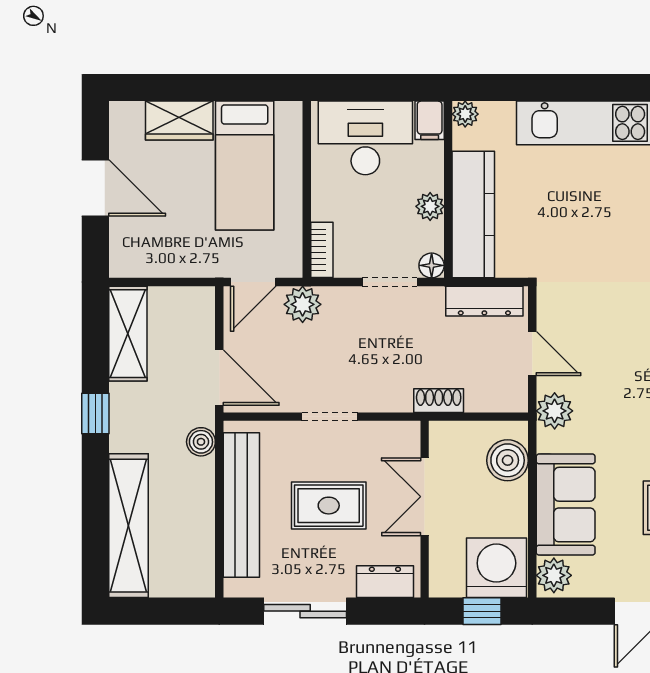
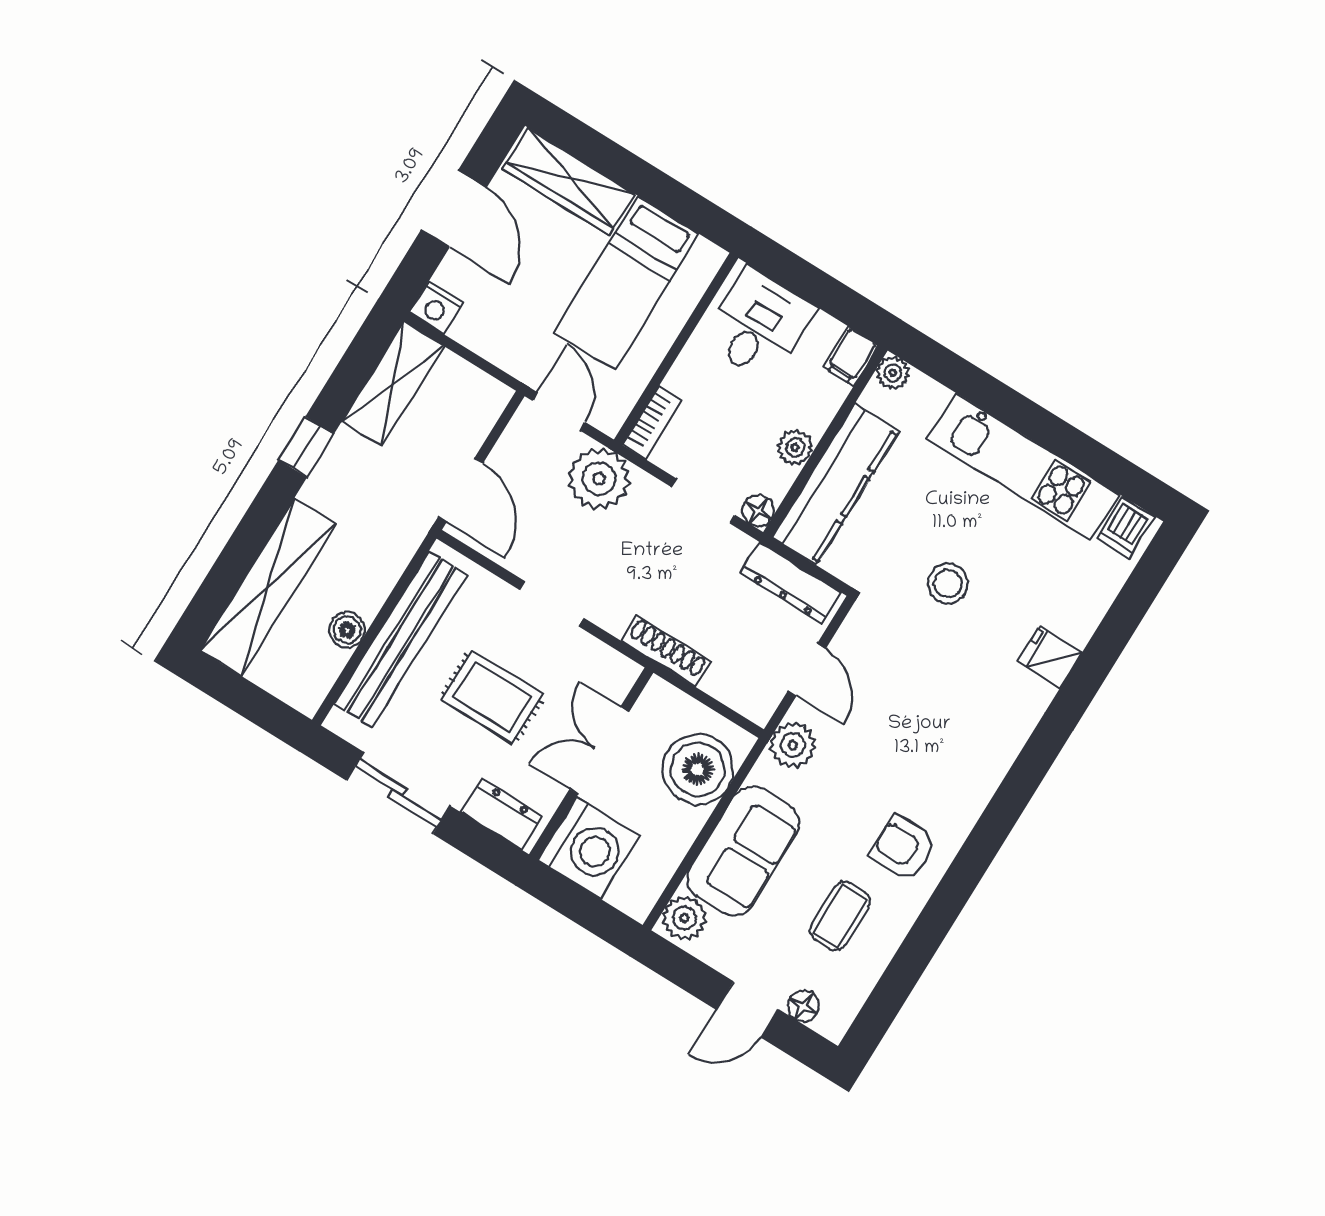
wardrobe: (179, 121) -> (569, 181), width x1.50
desk: (365, 138) -> (758, 324), width x0.73
stool: (592, 235) -> (948, 584), added
nightstand: (125, 263) -> (436, 308), added
door: (253, 282) -> (559, 411), swing flipped
plant: (303, 304) -> (599, 479), width x1.36, depth x1.36
shoe rack: (439, 401) -> (666, 651), width x1.43
boiler: (201, 442) -> (347, 630), moved
boiler: (508, 460) -> (698, 769), width x1.37, depth x1.37
washing machine: (496, 568) -> (589, 848), moved, turned 90
window: (482, 611) -> (585, 909), removed

